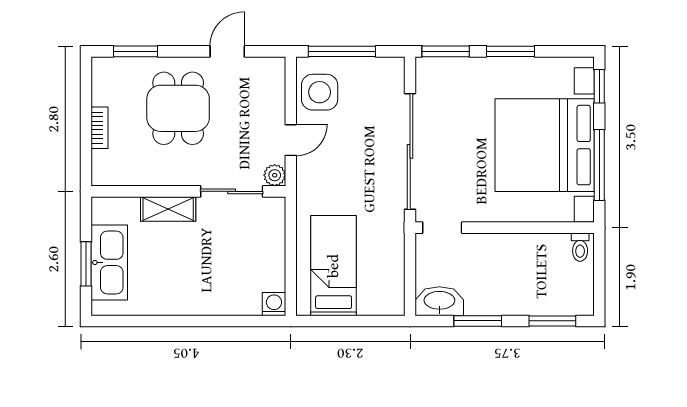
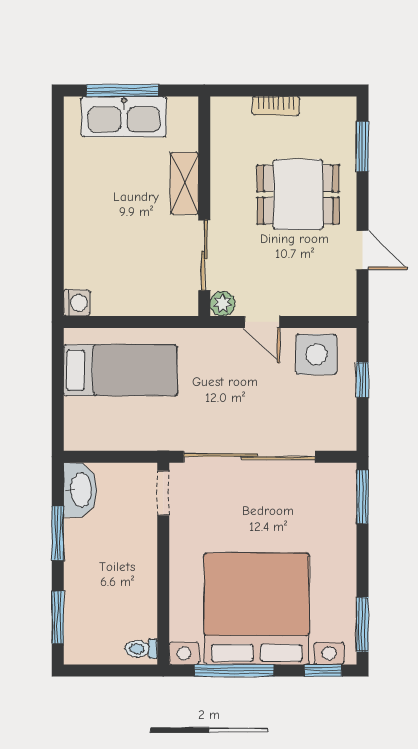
window: (342, 51) -> (362, 380), width x0.46
window: (511, 51) -> (362, 624), moved
window: (86, 264) -> (122, 91), width x1.44

